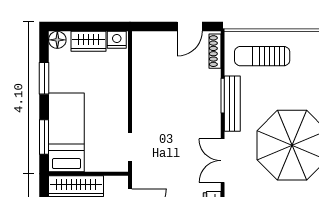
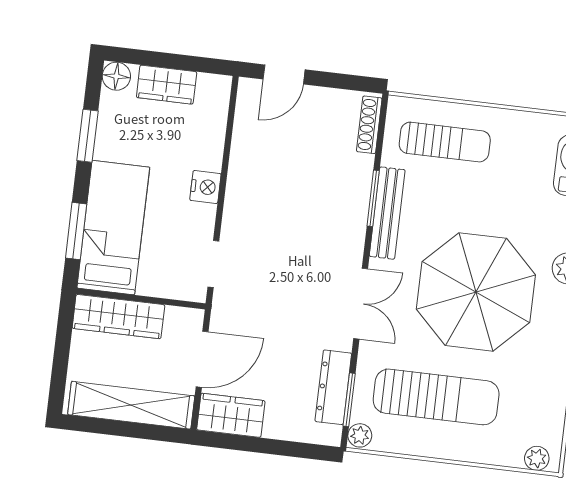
door: (190, 27) -> (284, 74), moved
nightstand: (117, 40) -> (205, 187), moved, turned 90
sun lounger: (262, 56) -> (445, 142), turned 180
double door: (223, 161) -> (361, 304), swing flipped

